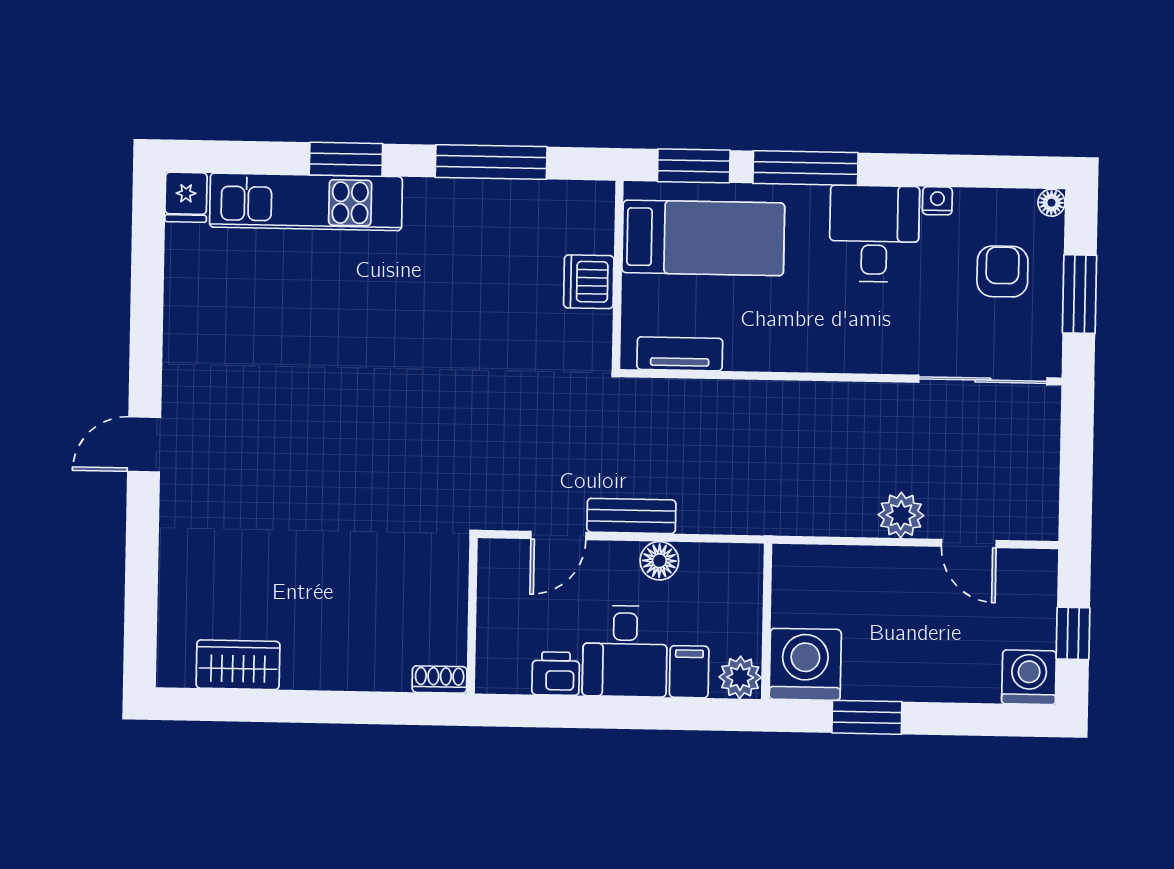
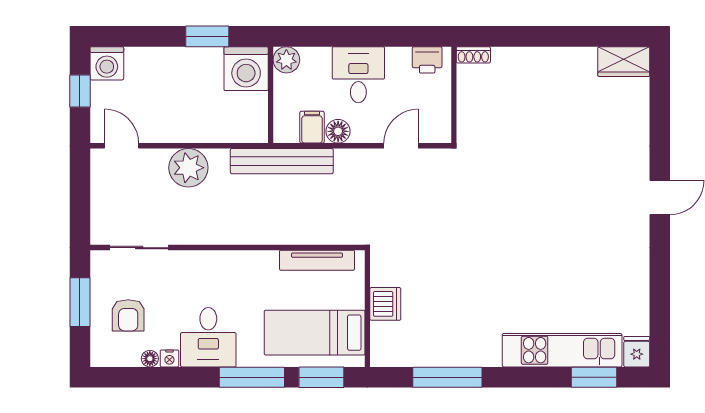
window: (346, 159) -> (594, 377), moved
floor lamp: (1051, 203) -> (150, 359), moved
tv unit: (680, 354) -> (317, 260), width x1.41
sliding door: (983, 380) -> (139, 248), width x0.73
plant: (901, 515) -> (188, 168), width x1.36, depth x1.36
bench: (631, 516) -> (282, 161), moved, width x1.86, depth x1.21
door: (969, 543) -> (122, 146), moved
wardrobe: (238, 665) -> (624, 62), moved
filing cabinet: (689, 672) -> (312, 127), moved, turned 180
printer: (556, 674) -> (427, 60), moved

